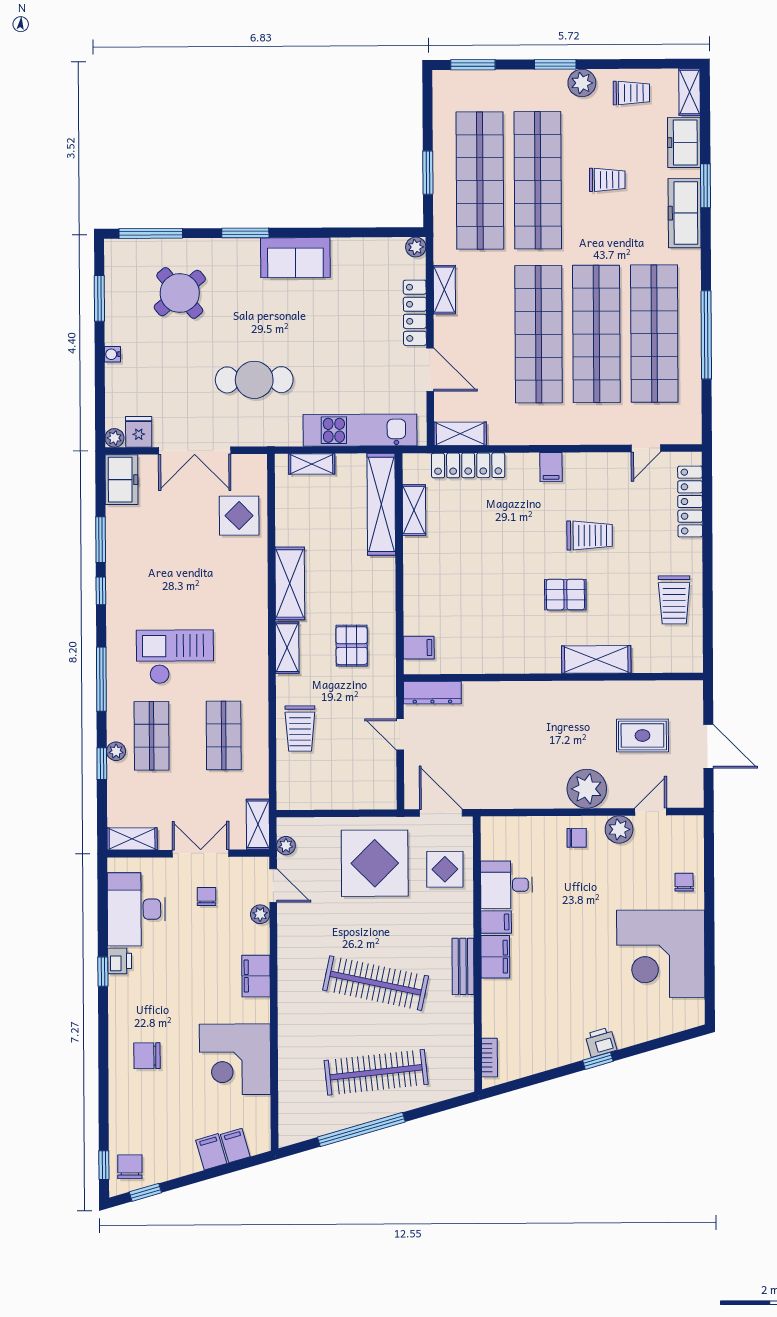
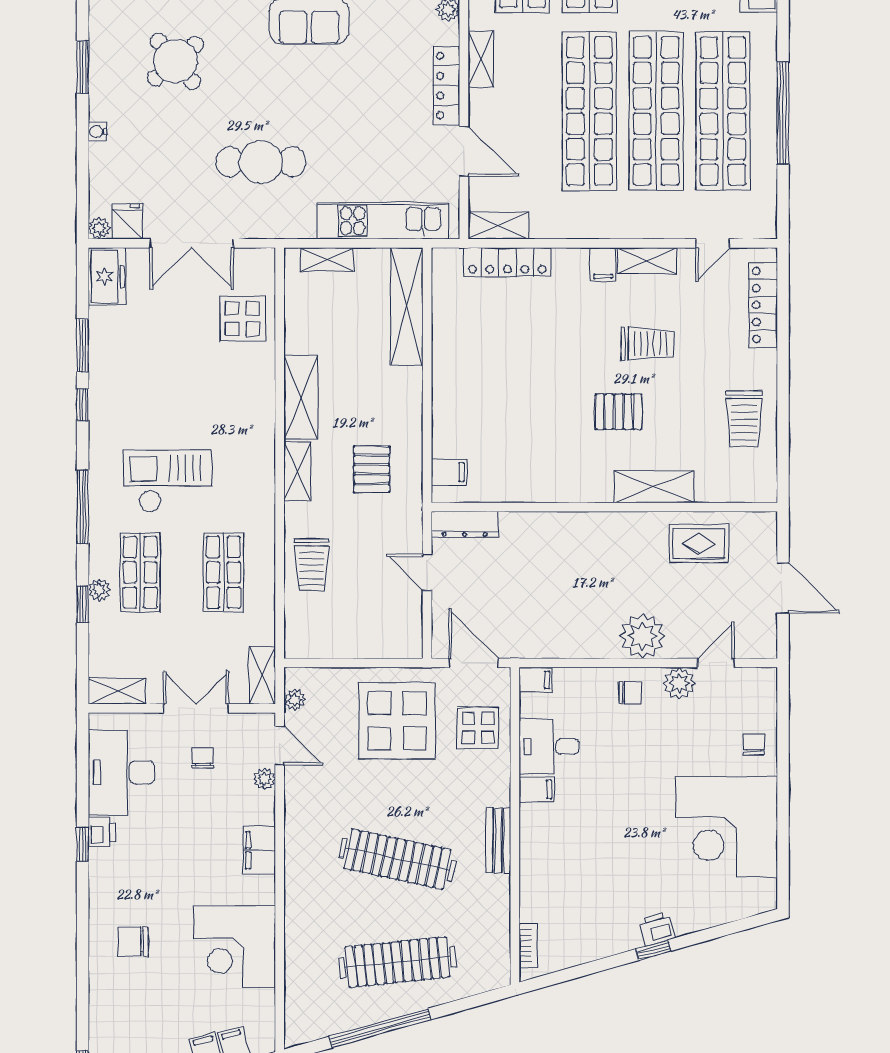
shelving: (414, 510) -> (647, 261), moved, turned 90
rug: (642, 735) -> (699, 543), moved
filing cabinet: (495, 957) -> (536, 680), moved, width x0.50

